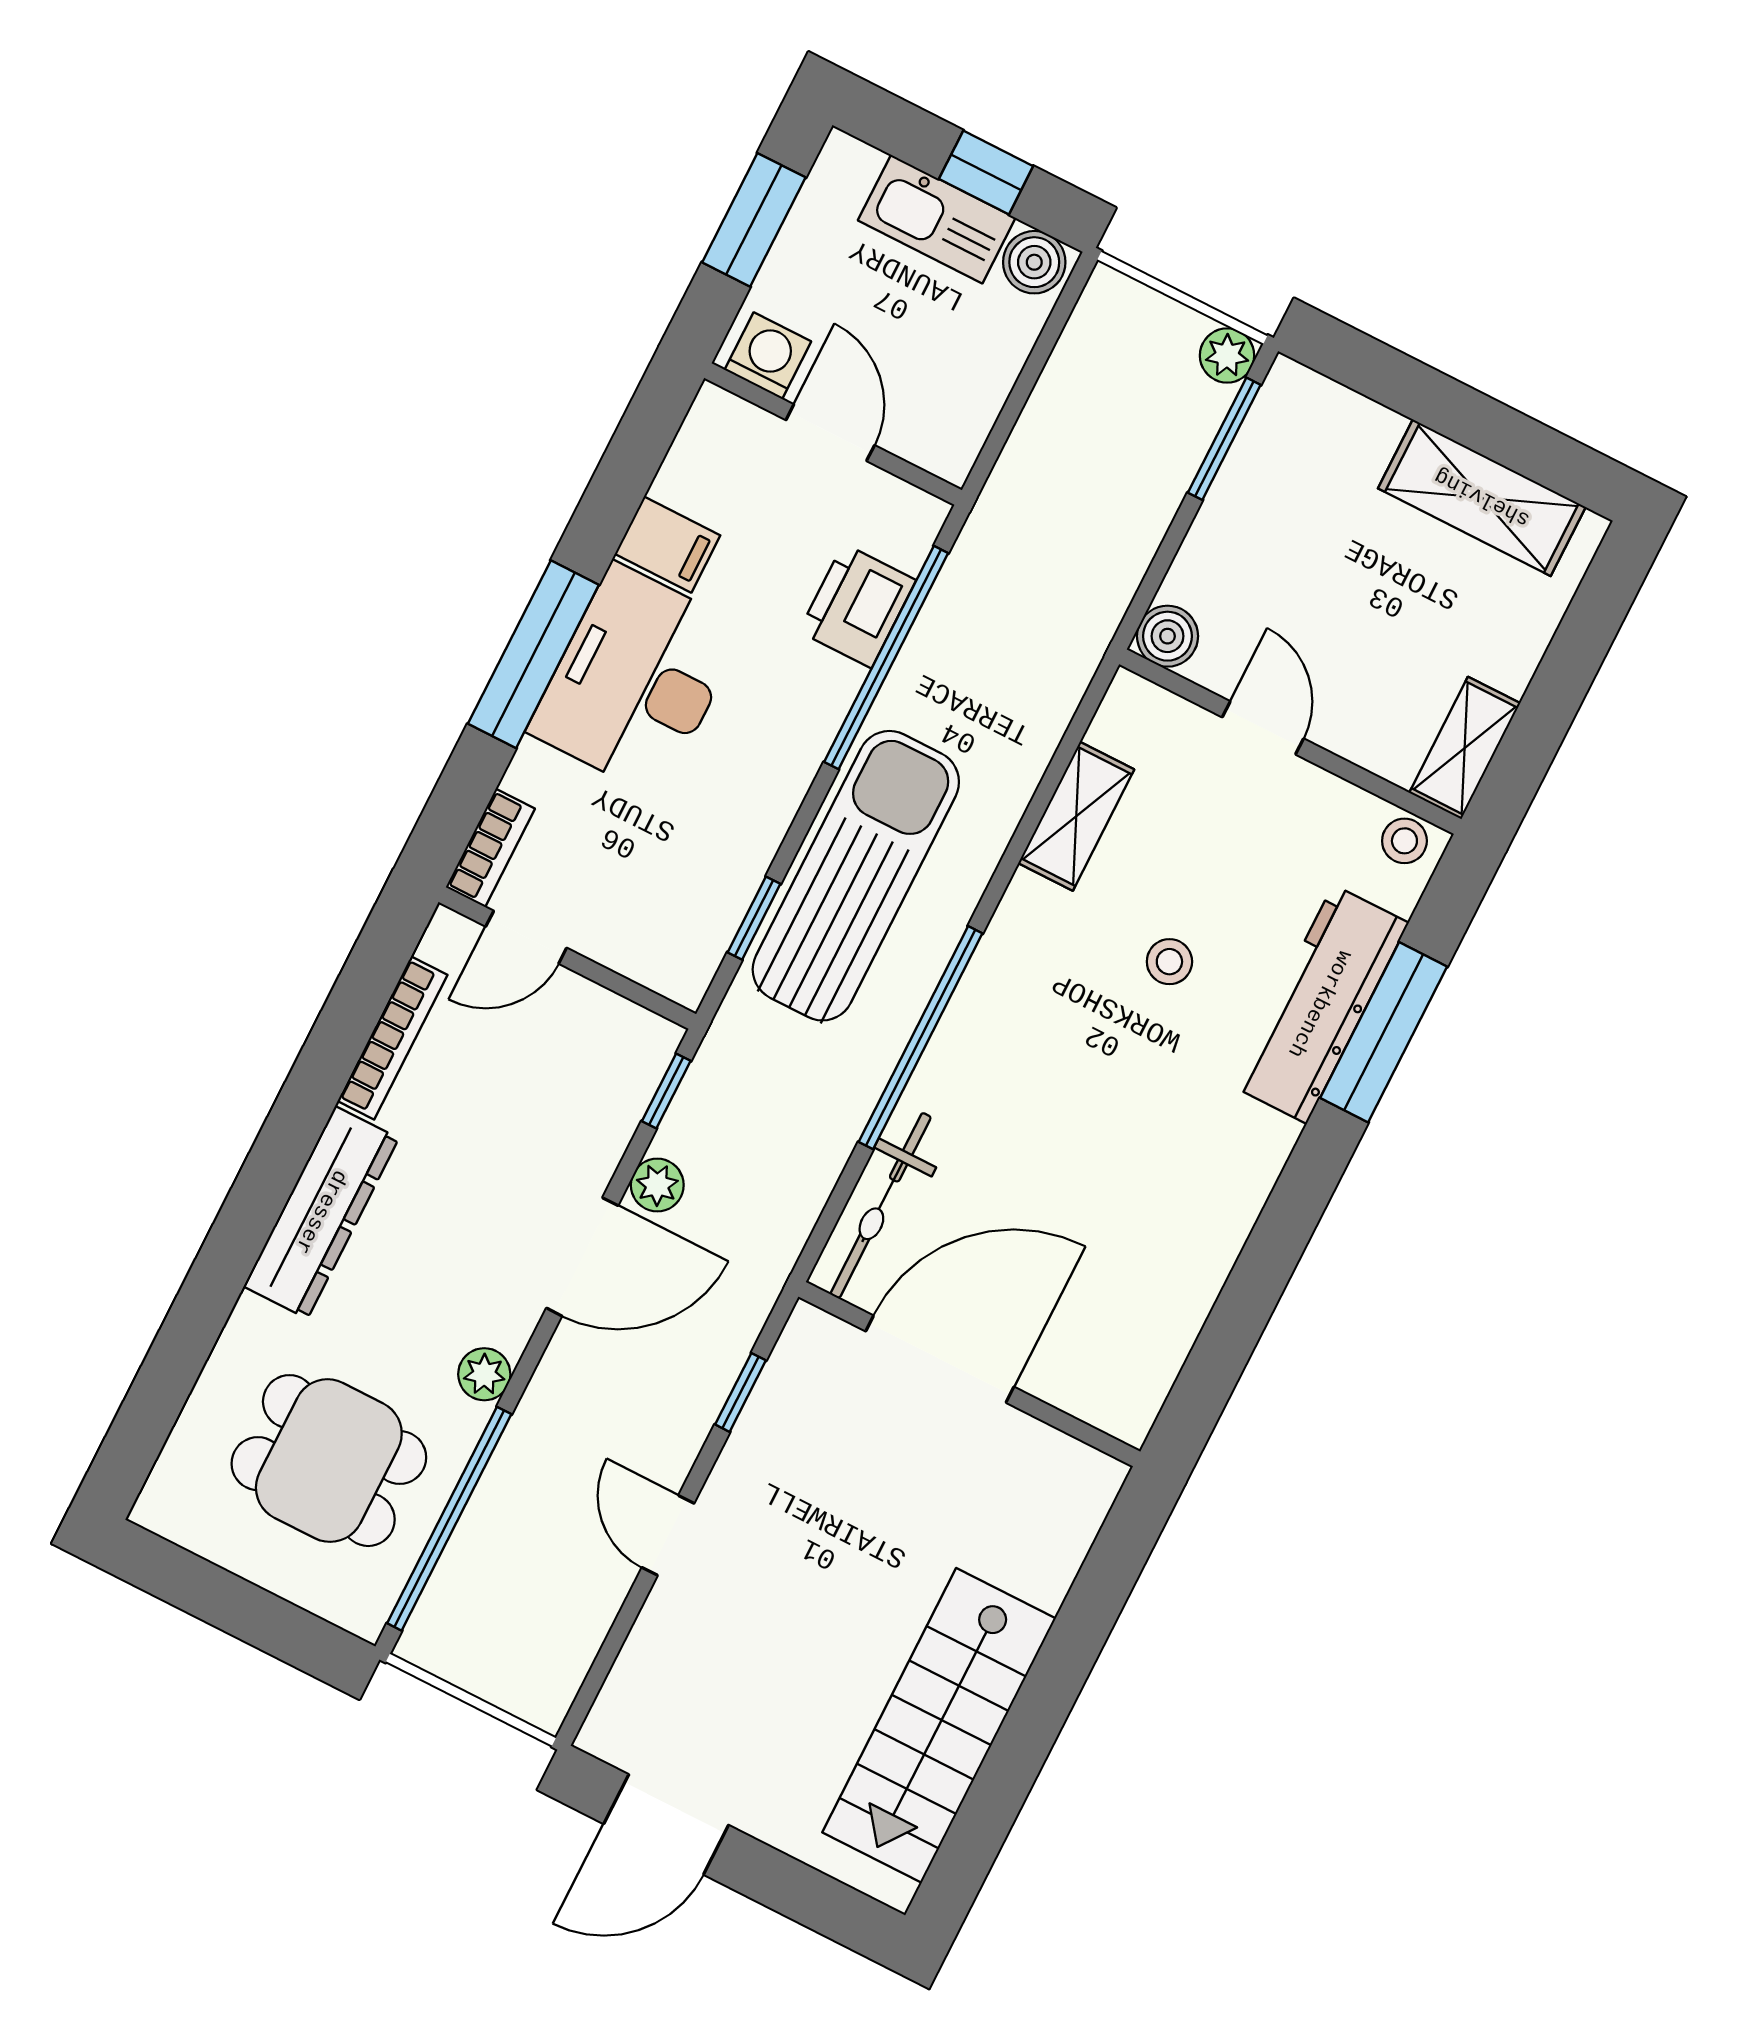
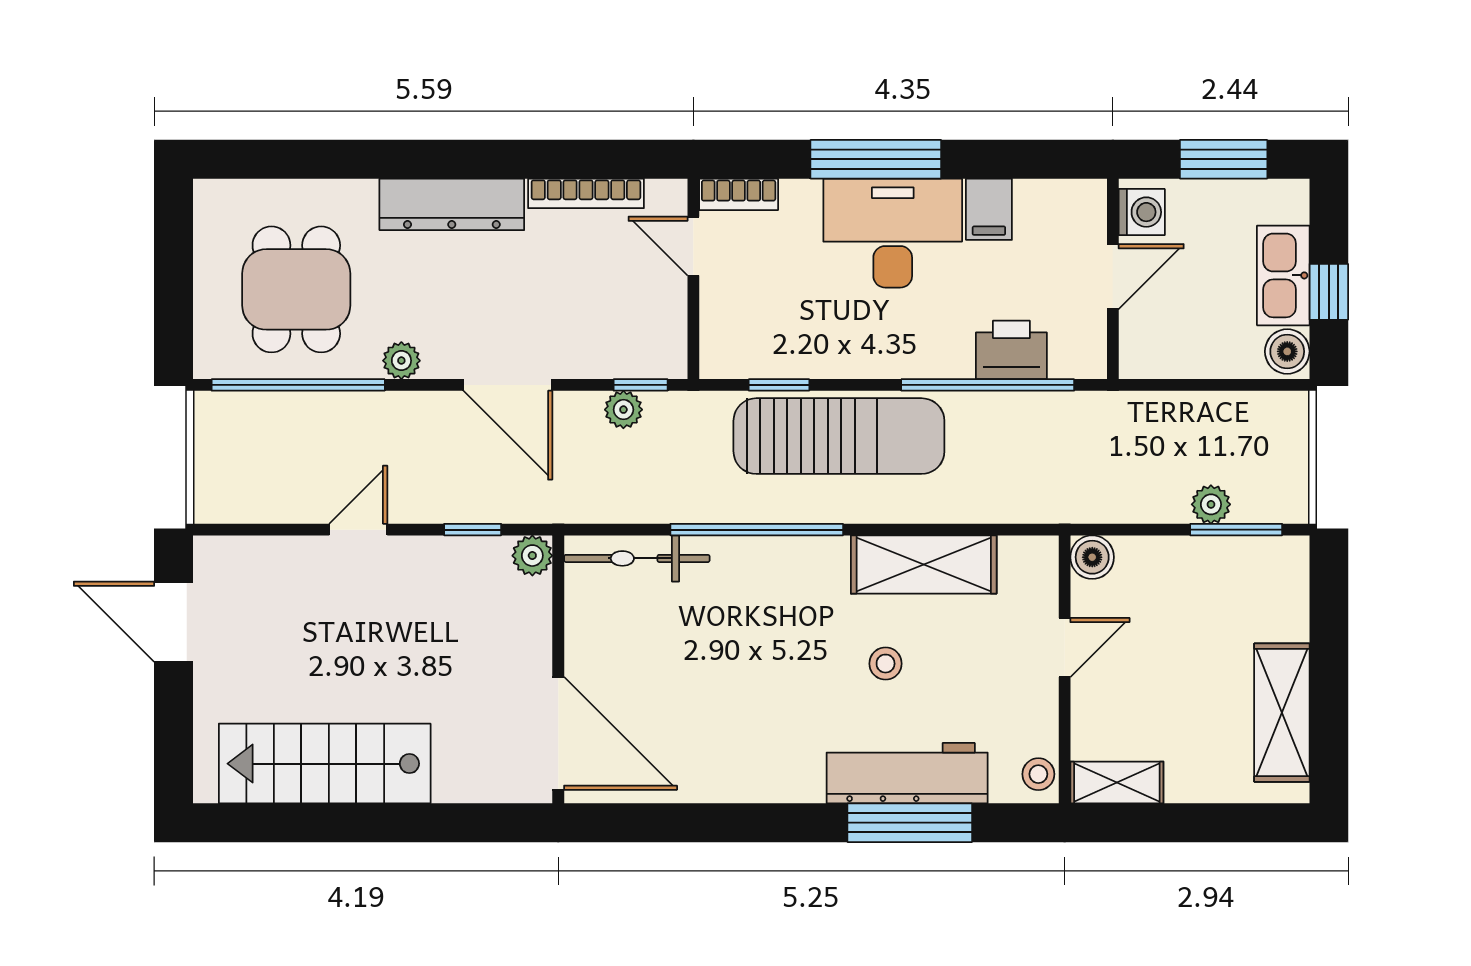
plant: (1227, 355) -> (1211, 504), moved
shelving: (1076, 816) -> (924, 565), width x1.50, depth x1.33
plant: (657, 1185) -> (623, 410), moved
plant: (811, 1334) -> (532, 556), added
door: (940, 1359) -> (558, 733), moved

